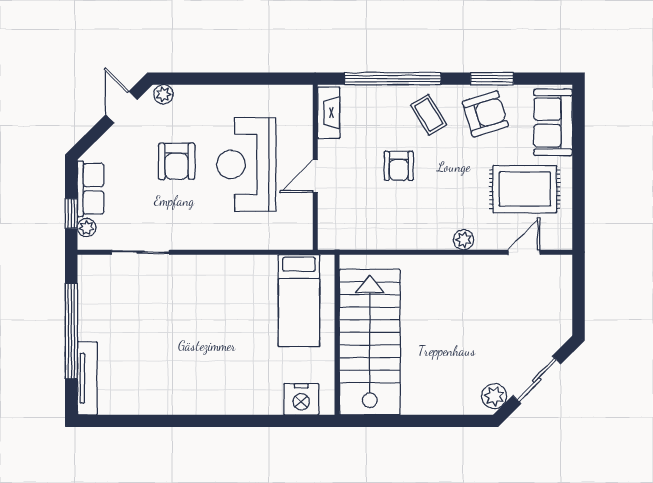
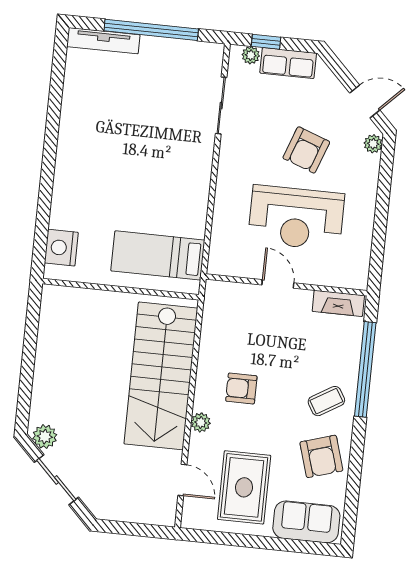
window: (492, 79) -> (355, 466), removed
armchair: (177, 161) -> (306, 150), turned -70
reception desk: (246, 164) -> (296, 218), turned 180
armchair: (399, 166) -> (241, 388), moved
stairs: (370, 342) -> (161, 376), moved, turned 90

